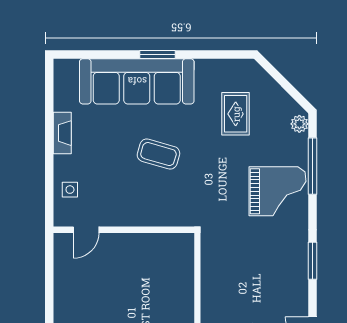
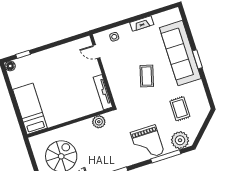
rug: (236, 114) -> (180, 109), turned 90
plant: (299, 124) -> (180, 140), width x1.88, depth x1.88
tv unit: (162, 242) -> (103, 92), added
plant: (213, 266) -> (99, 122), added

